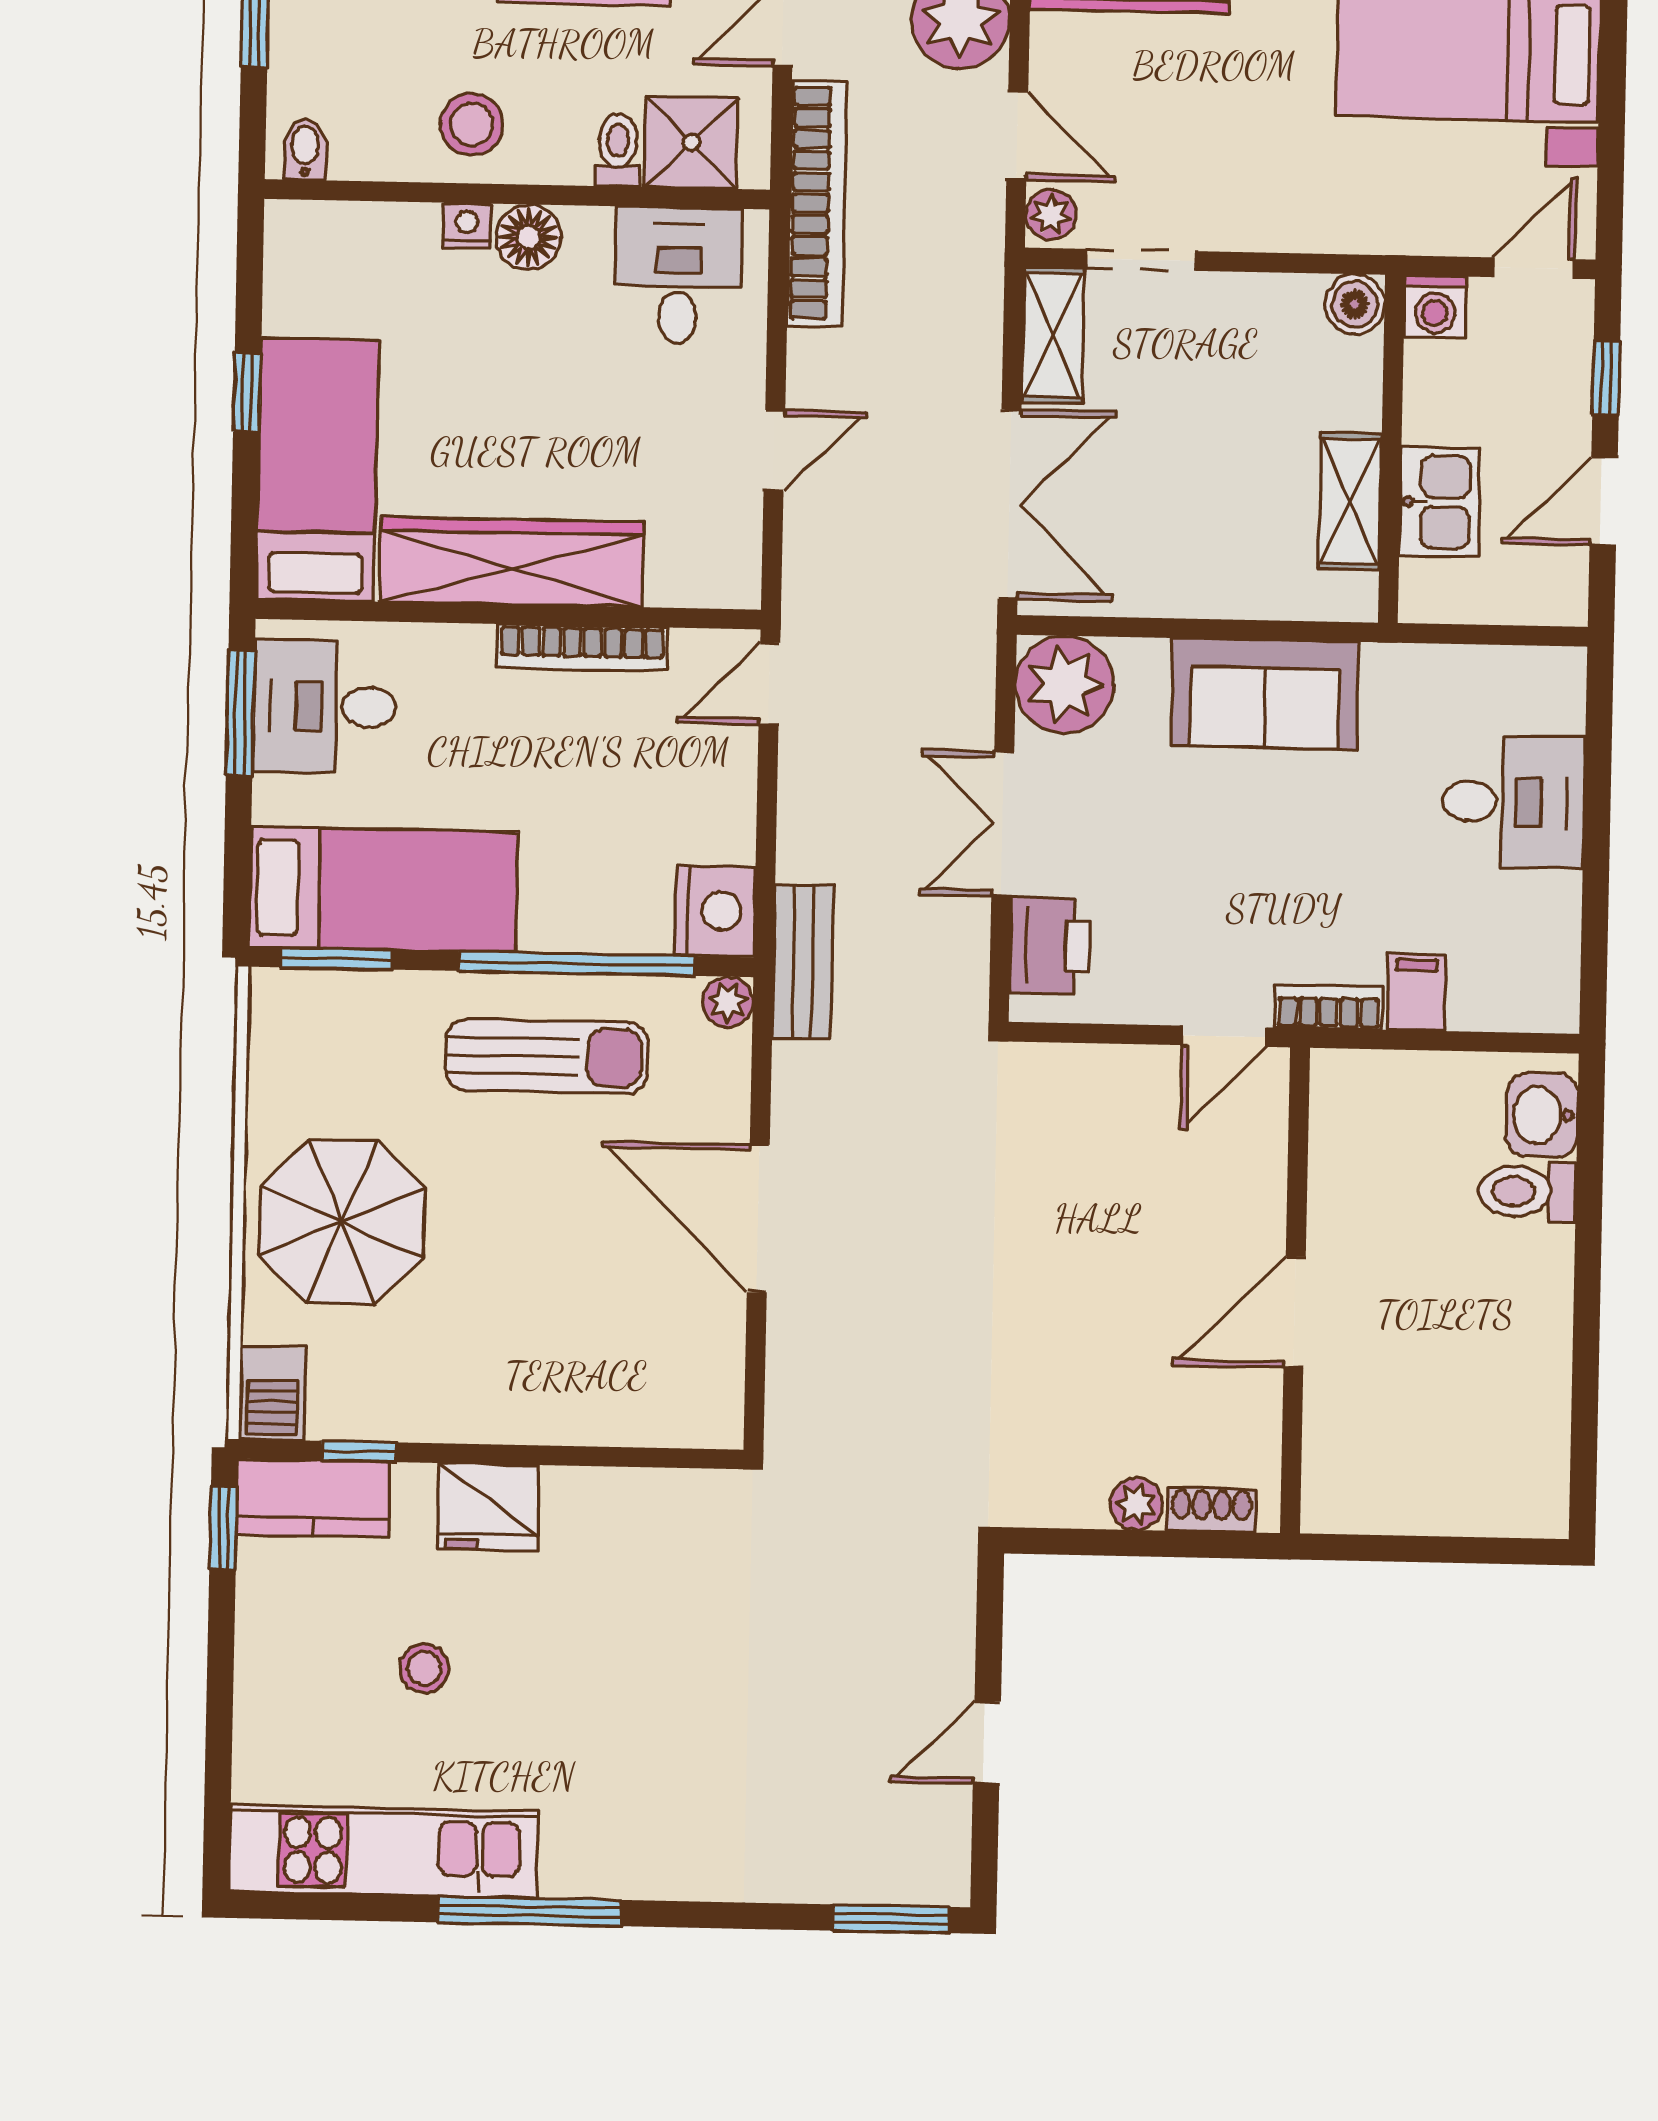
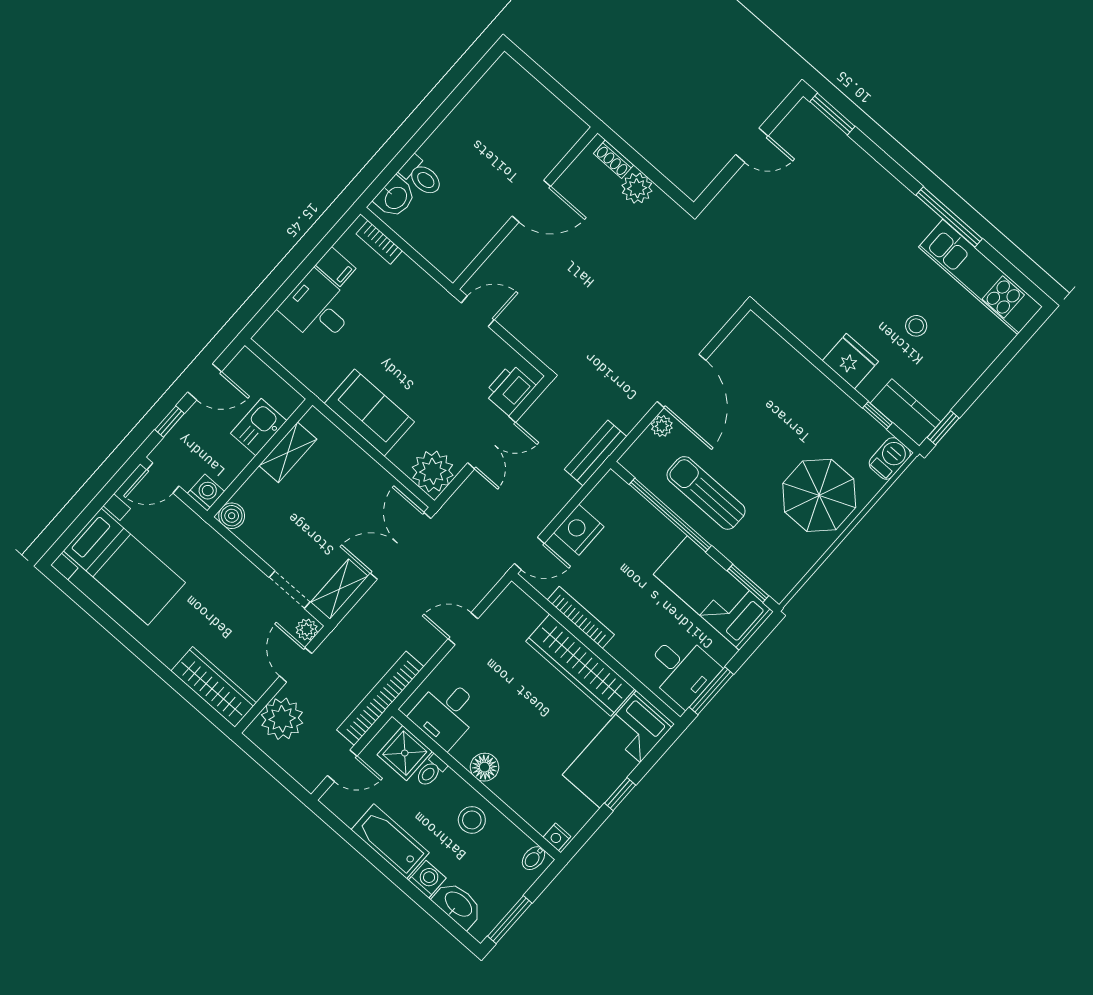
nightstand: (467, 226) -> (557, 837), moved
nightstand: (715, 911) -> (579, 530), moved
filing cabinet: (1416, 992) -> (336, 267), moved, turned -90
plant: (728, 1002) -> (662, 426), moved
bookcase: (1329, 1007) -> (379, 242), moved
plant: (1136, 1504) -> (637, 188), width x1.38, depth x1.38

